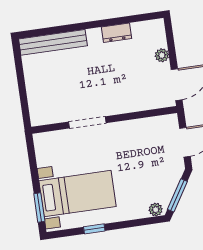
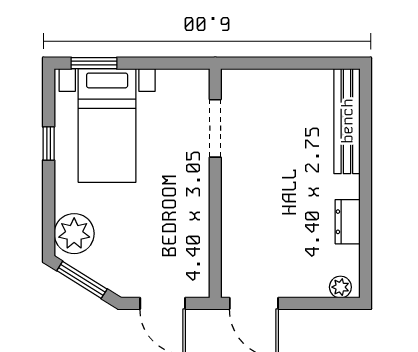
plant: (162, 55) -> (340, 287), moved
doorway: (87, 122) -> (215, 128), moved
plant: (156, 210) -> (74, 234), width x1.88, depth x1.88

